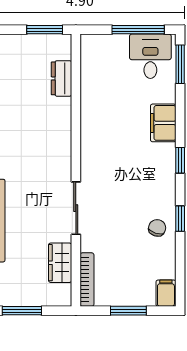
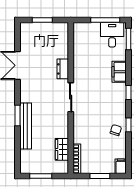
window: (45, 30) -> (42, 20), moved
dresser: (61, 78) -> (63, 69), moved
sliding door: (76, 208) -> (71, 97), moved

